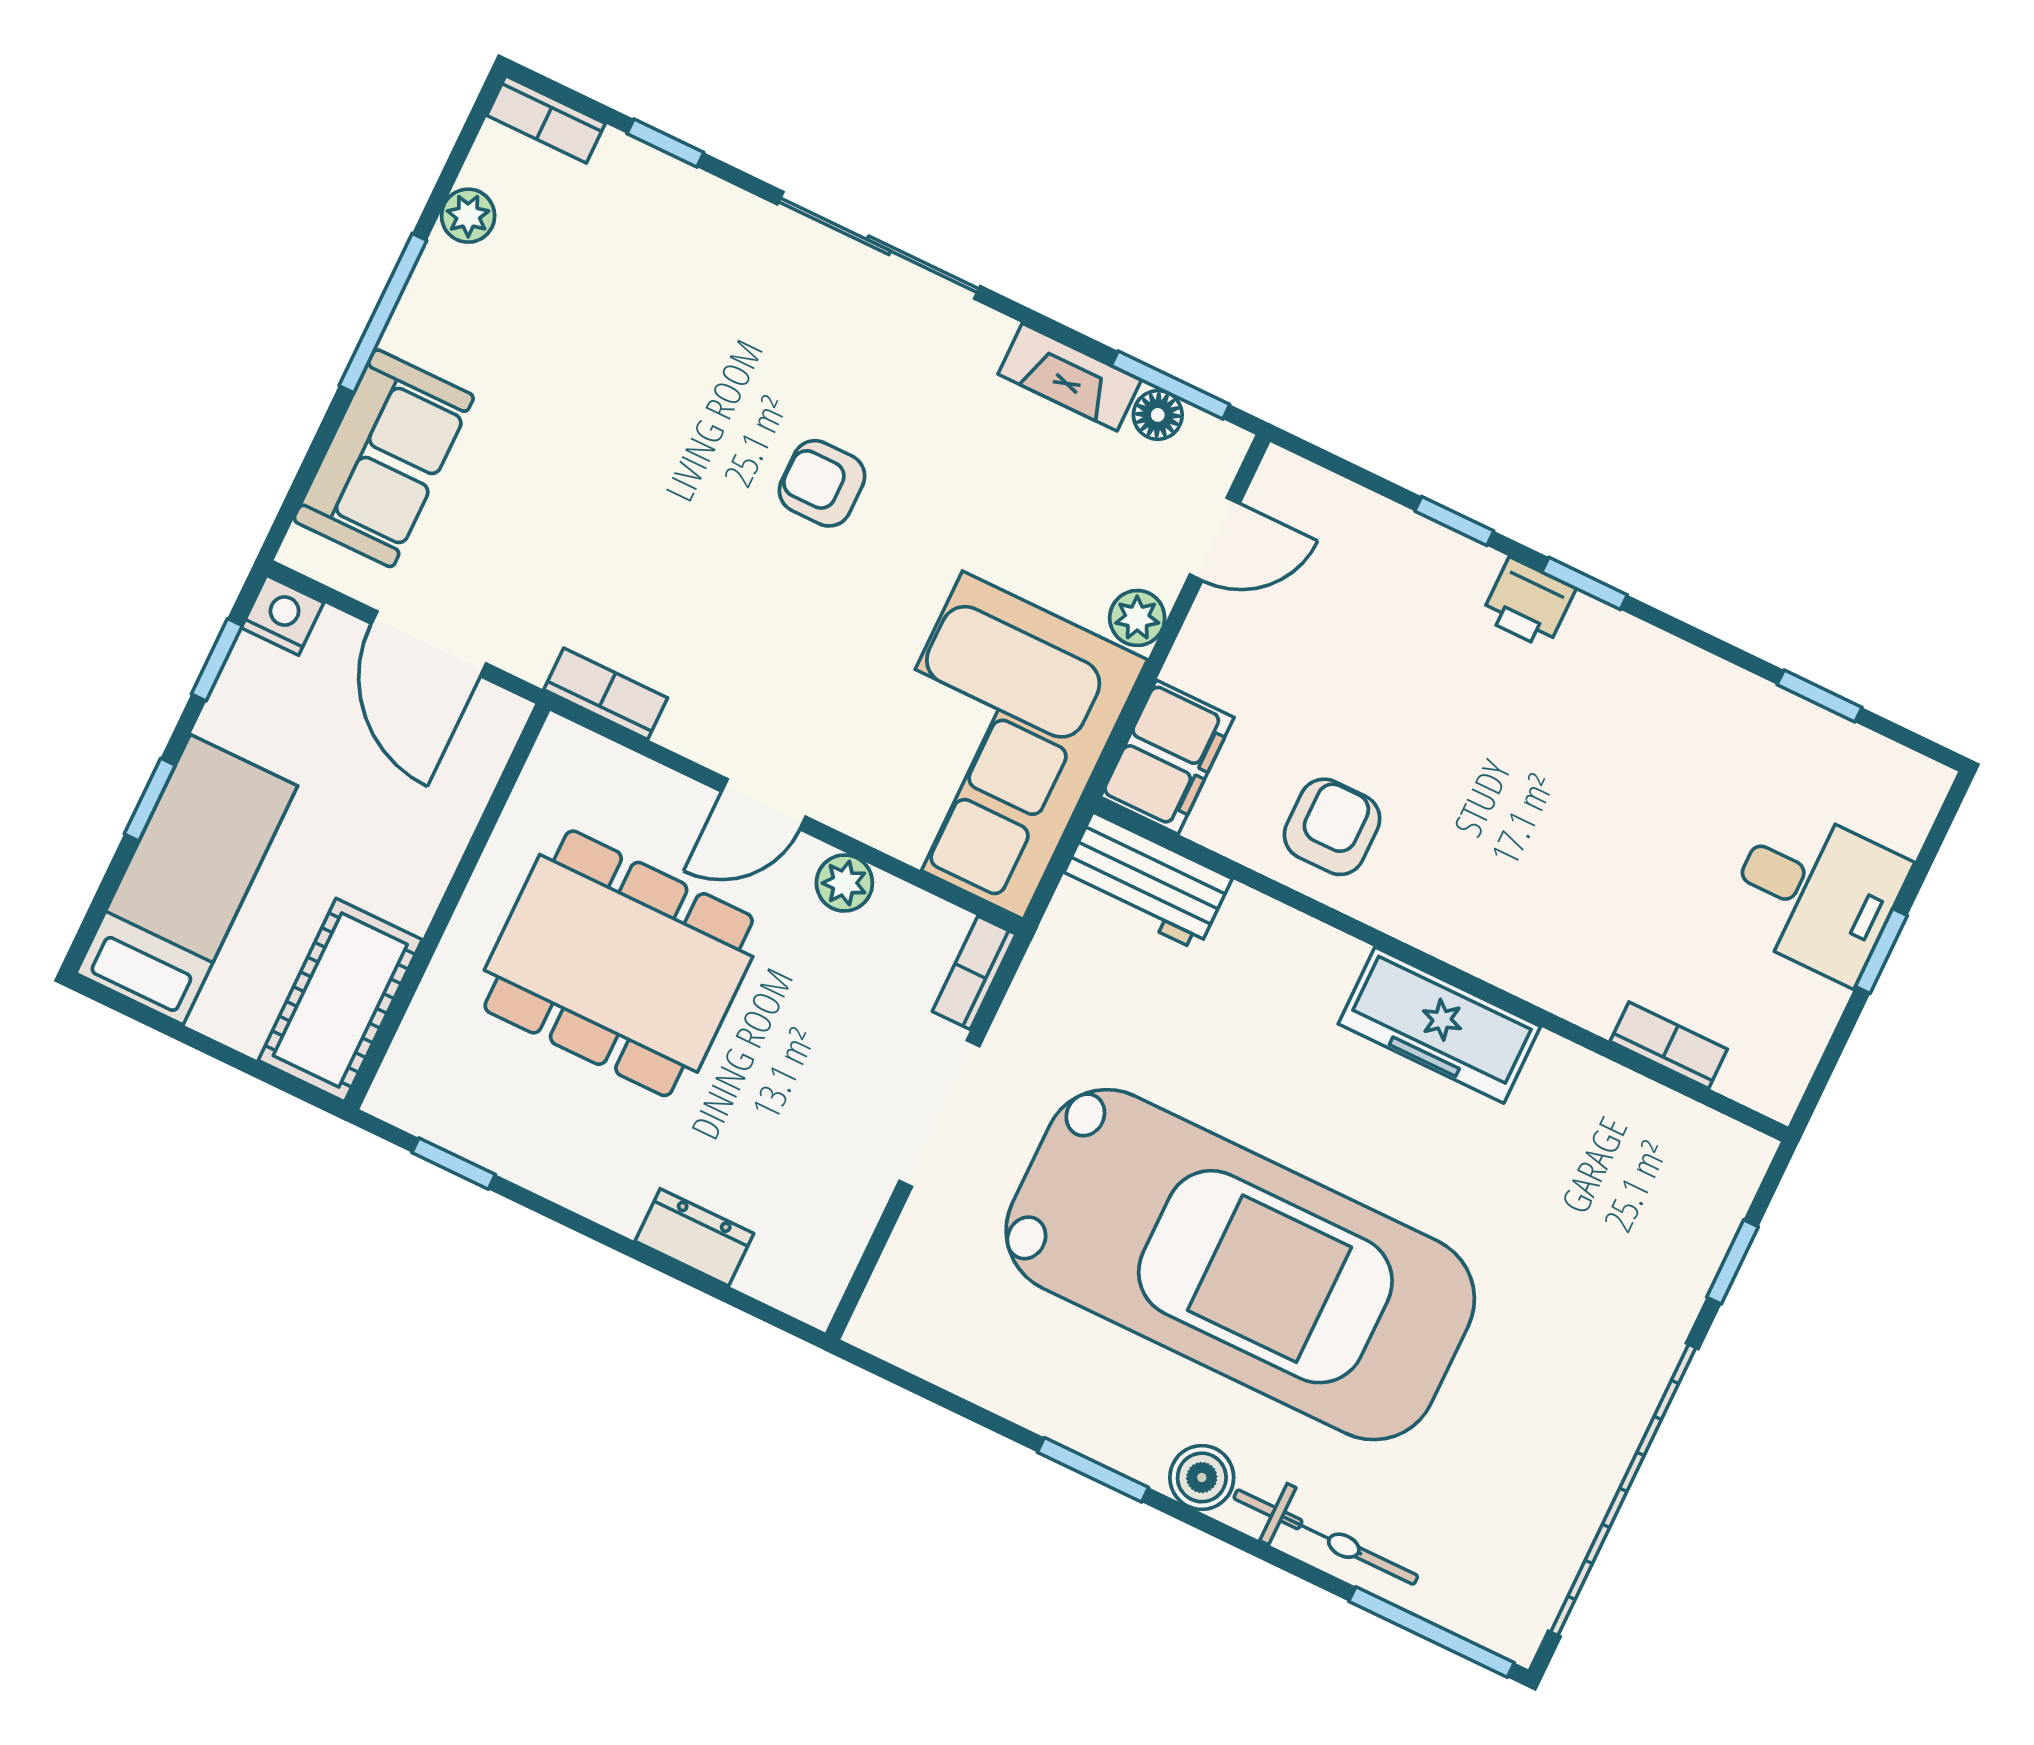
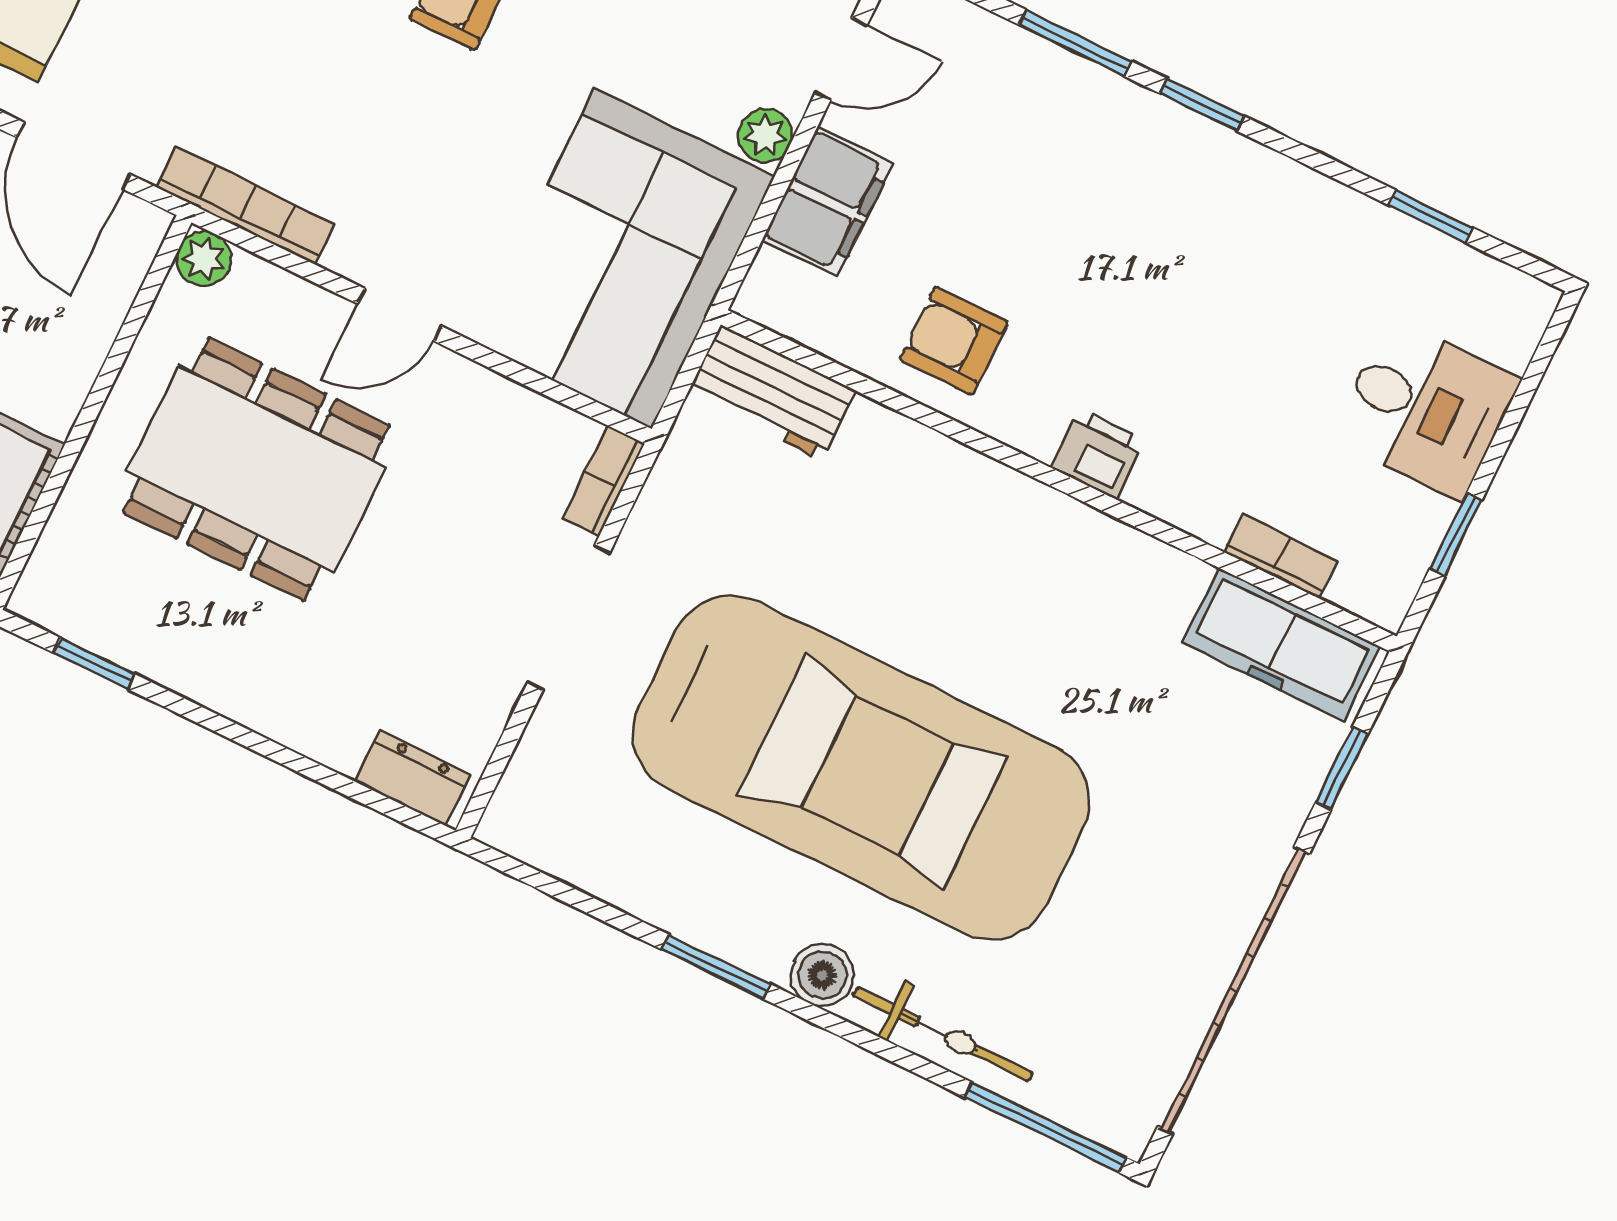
window: (1454, 521) -> (1075, 43), width x1.50
printer: (1528, 603) -> (1098, 454), moved, turned 180
bookcase: (606, 694) -> (246, 206), width x1.56
filing cabinet: (1167, 757) -> (828, 202), moved
armchair: (1332, 827) -> (954, 341), turned -90
plant: (844, 883) -> (204, 259), moved
window: (1881, 951) -> (1456, 534), moved
freezer: (1439, 1025) -> (1281, 644), moved
dresser: (694, 1237) -> (413, 778), moved

